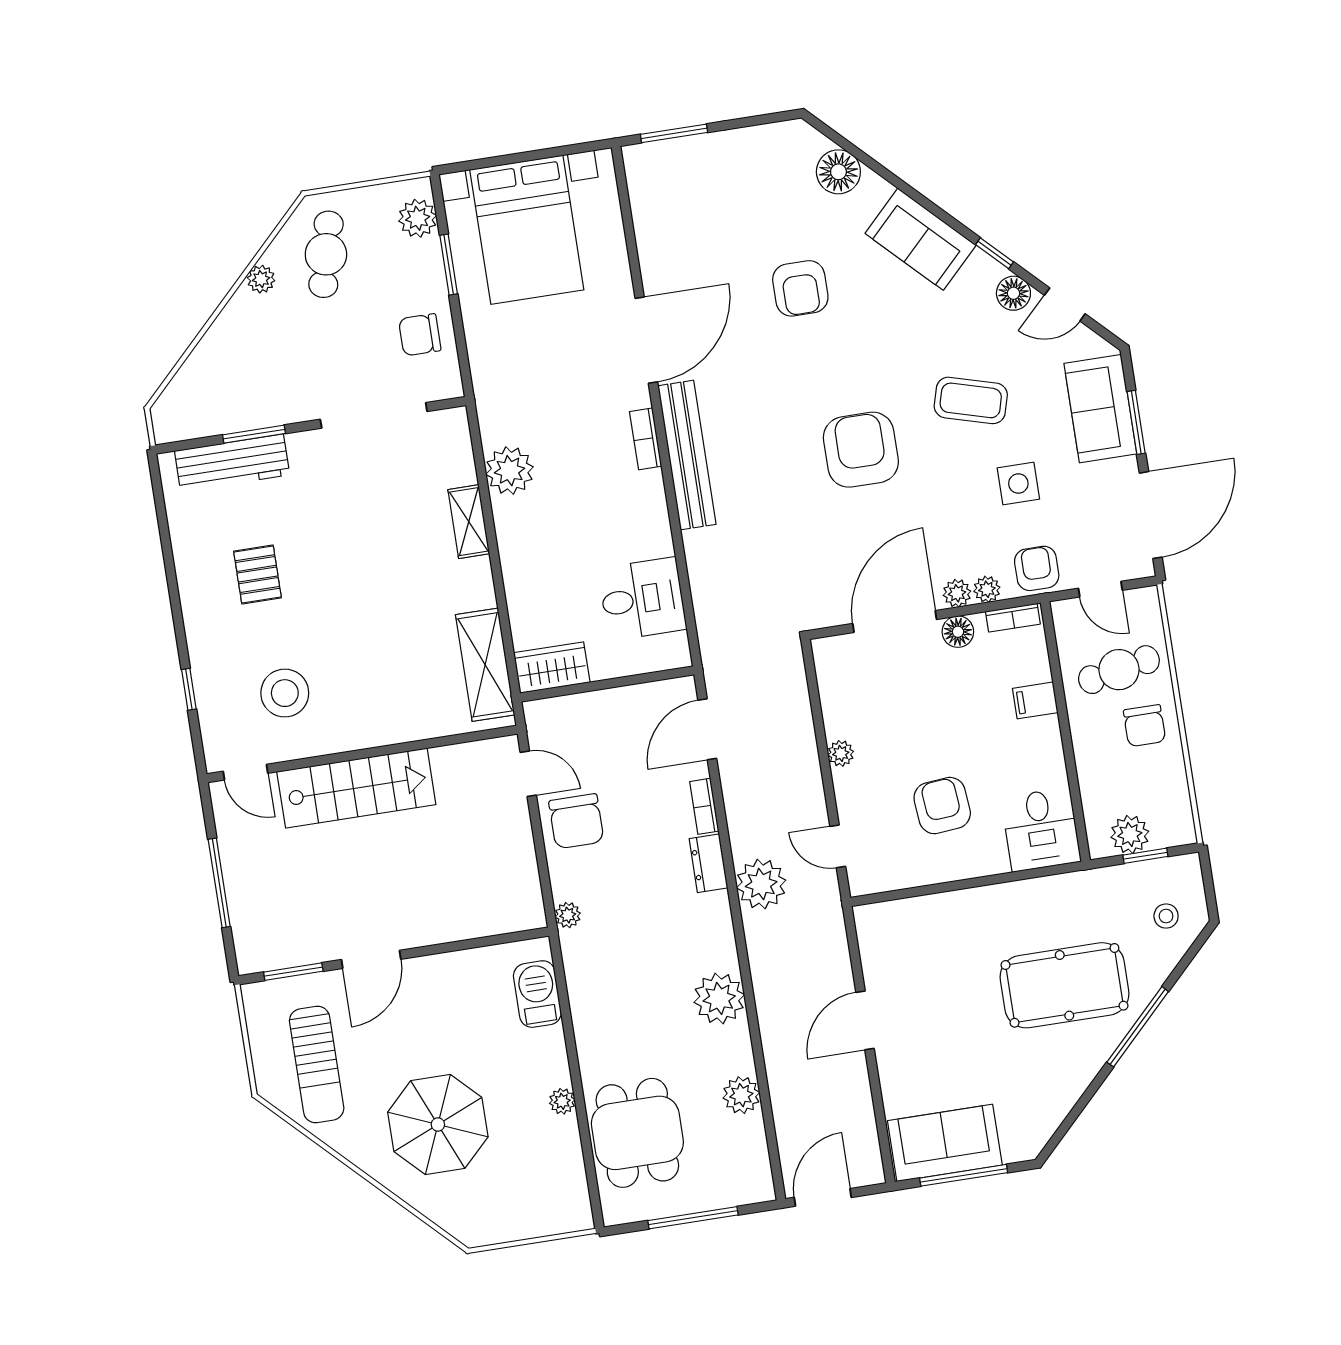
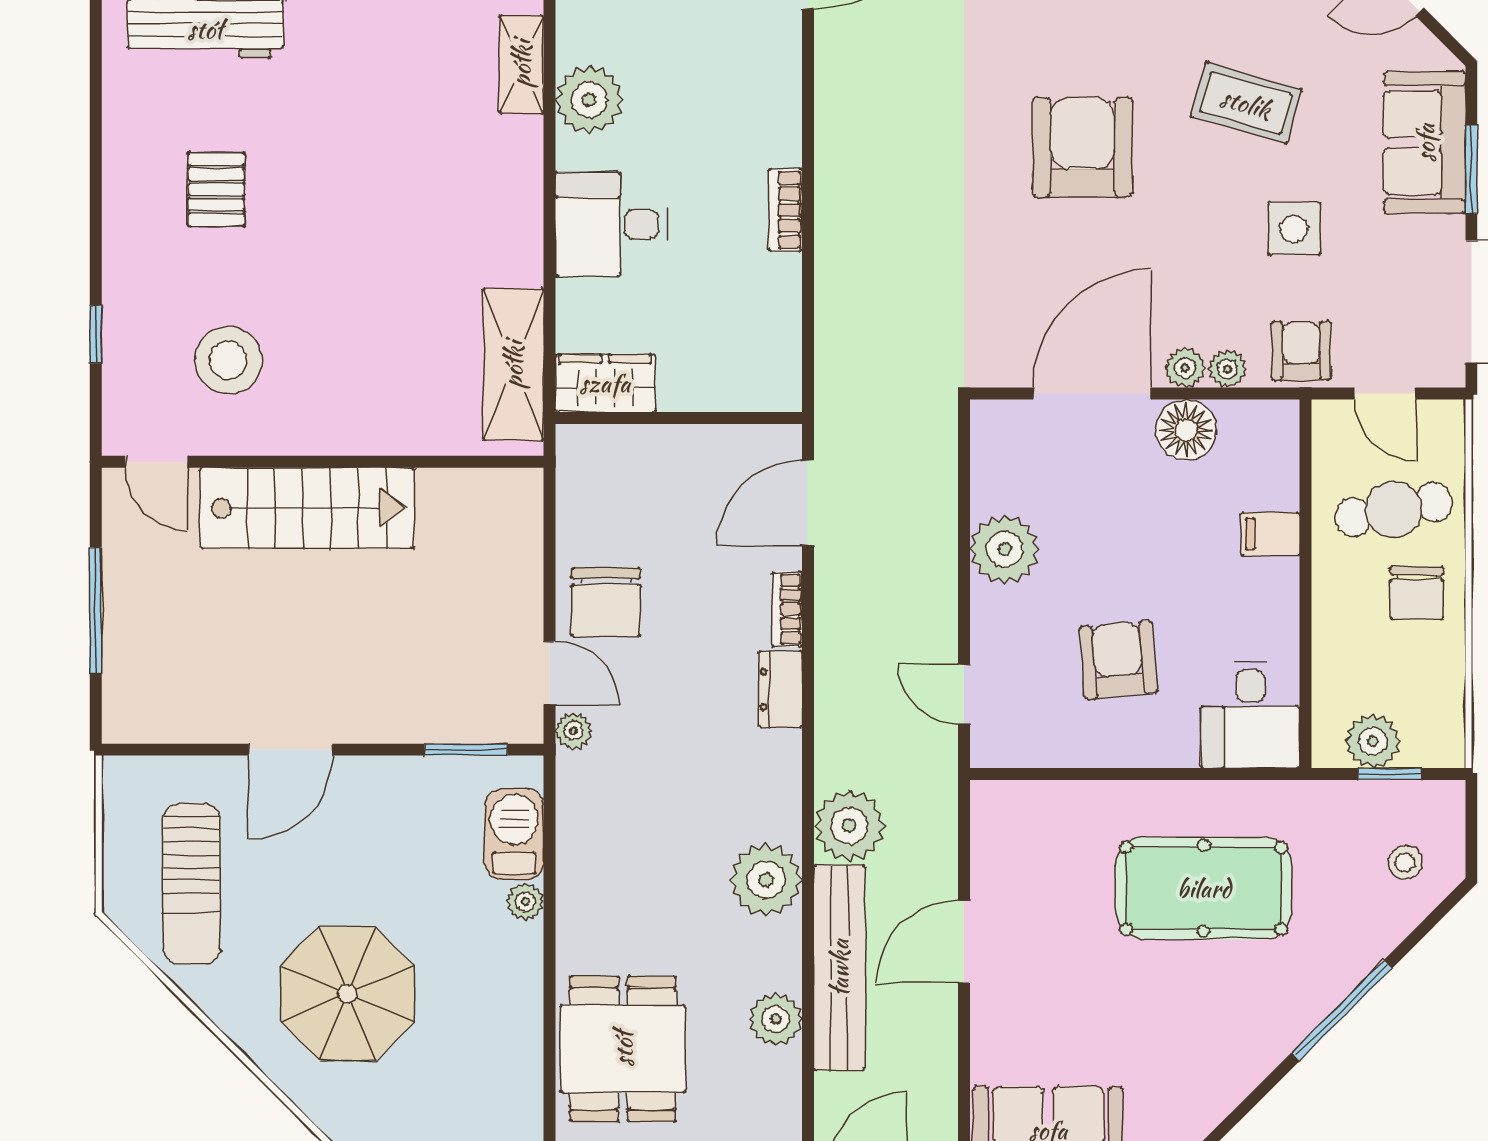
bookcase: (646, 439) -> (786, 210), moved
bench: (687, 455) -> (839, 968), moved
shelving: (469, 522) -> (521, 64), moved
desk: (642, 599) -> (611, 224), moved, turned 180
bookcase: (1013, 618) -> (1257, 414), removed
floor lamp: (958, 632) -> (1186, 430), width x1.38, depth x1.38
plant: (841, 753) -> (1005, 549), width x1.88, depth x1.88
door: (528, 774) -> (549, 673), moved
plant: (761, 884) -> (849, 826), moved
window: (293, 972) -> (466, 750), moved
pool table: (1064, 985) -> (1204, 888), moved
plant: (562, 1101) -> (525, 902), moved

